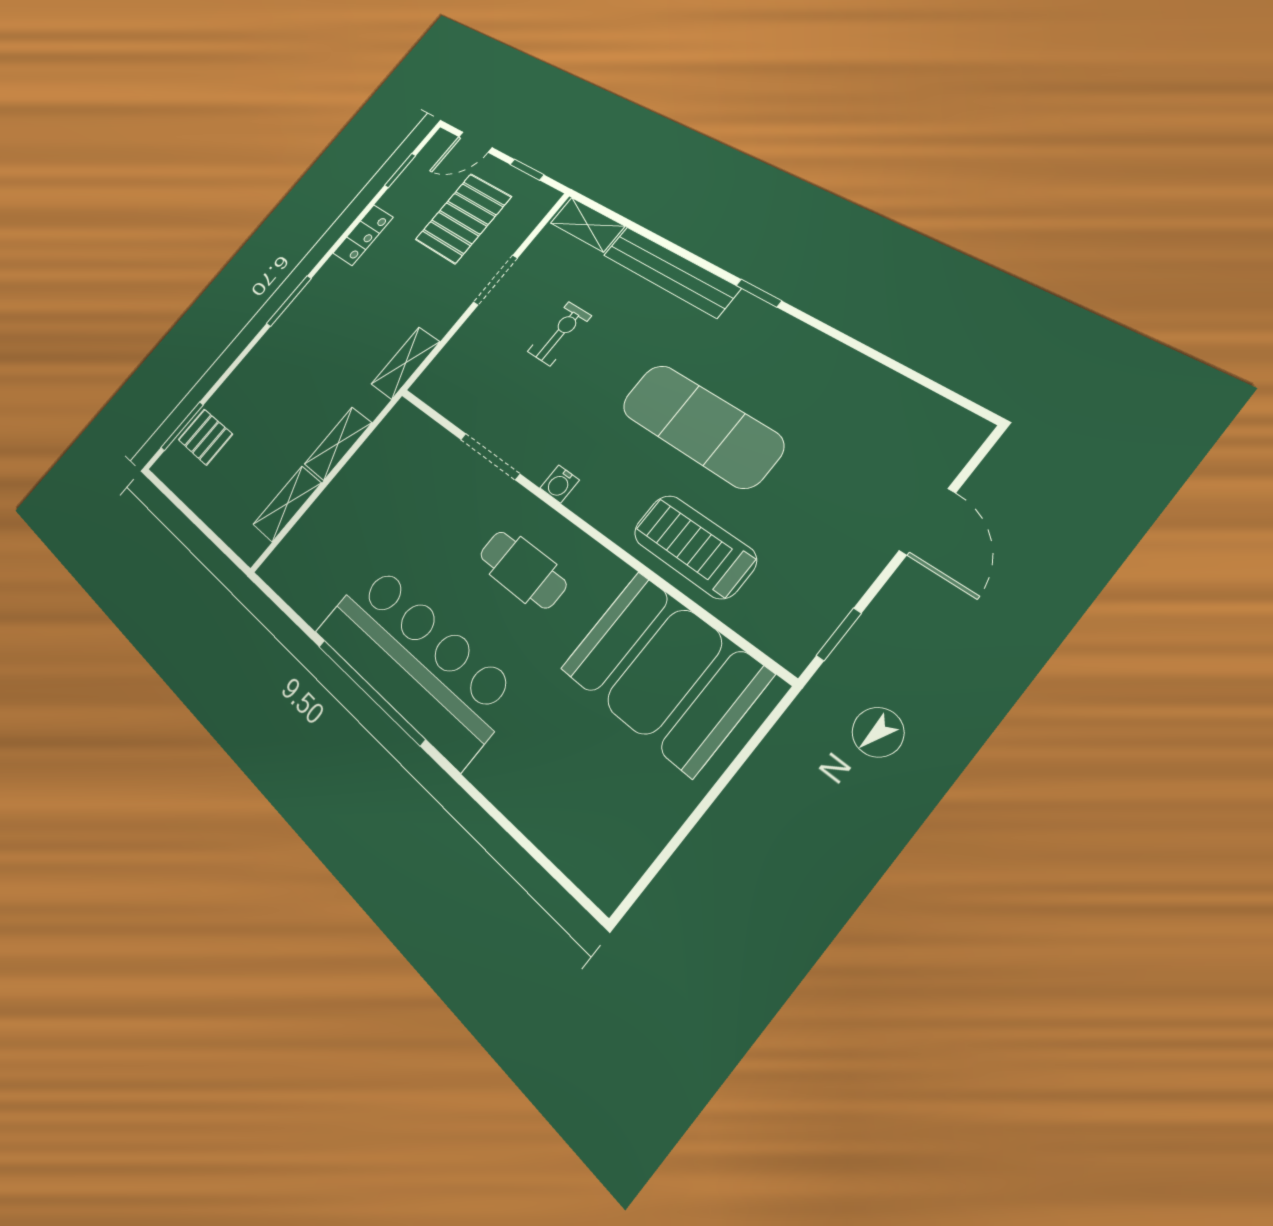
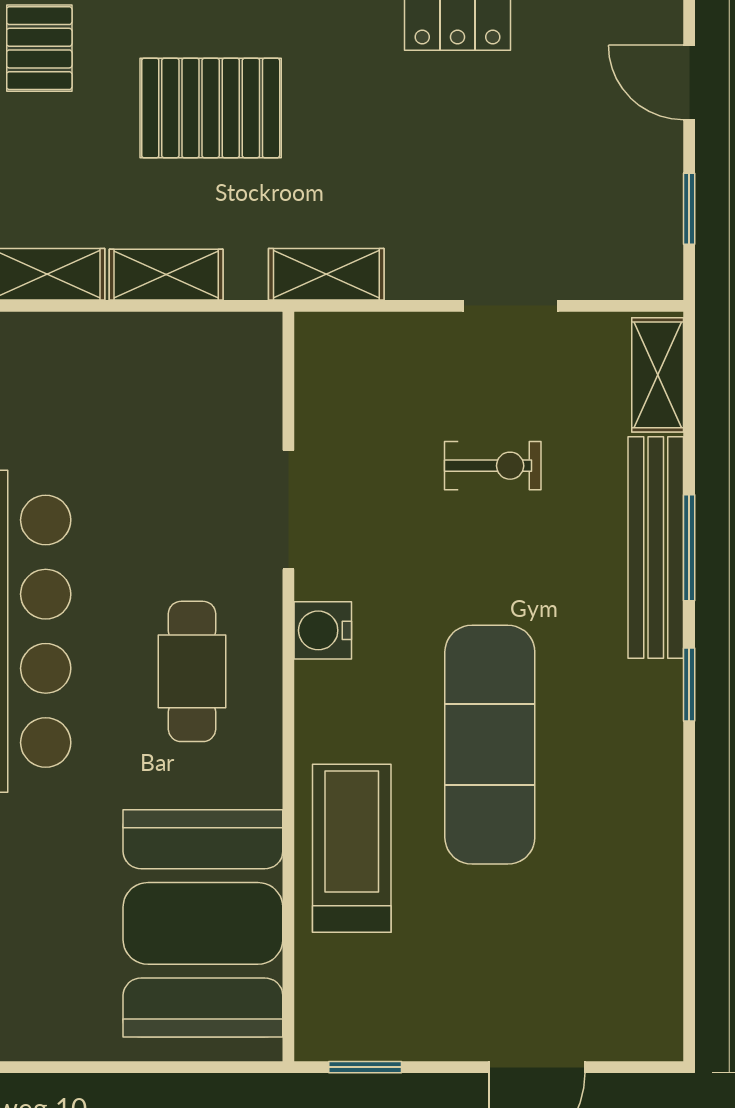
pallet: (463, 218) -> (211, 108), moved
window: (685, 254) -> (689, 548), added
water cooler: (560, 484) -> (323, 630), width x1.38, depth x1.38

